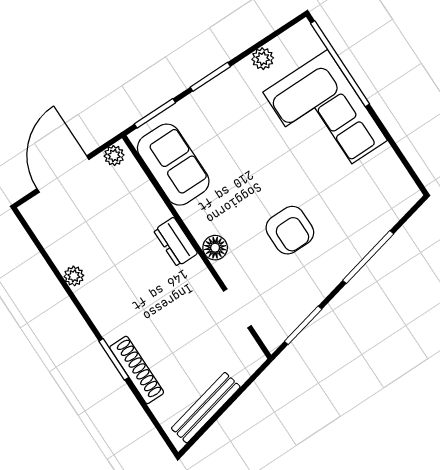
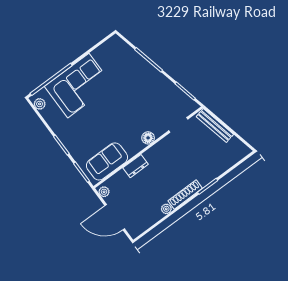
plant: (263, 59) -> (40, 104), moved
armchair: (290, 230) -> (137, 100), removed
dresser: (175, 242) -> (136, 166), moved
shoe rack: (137, 370) -> (185, 195), moved
bench: (206, 408) -> (215, 126), moved

